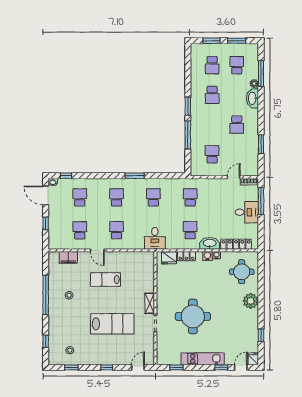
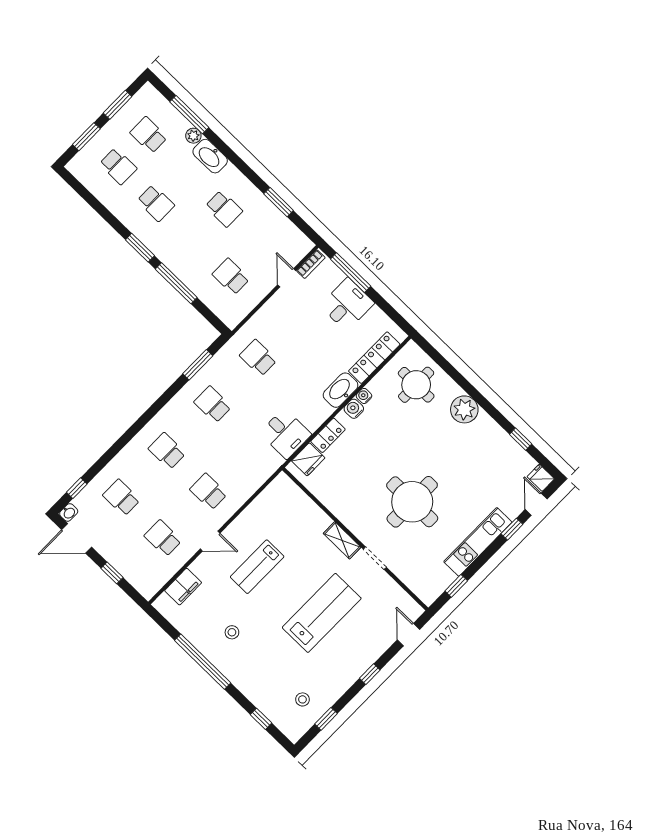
window: (135, 176) -> (198, 365), moved
school desk: (190, 230) -> (300, 399), removed
desk: (155, 238) -> (285, 434), moved

